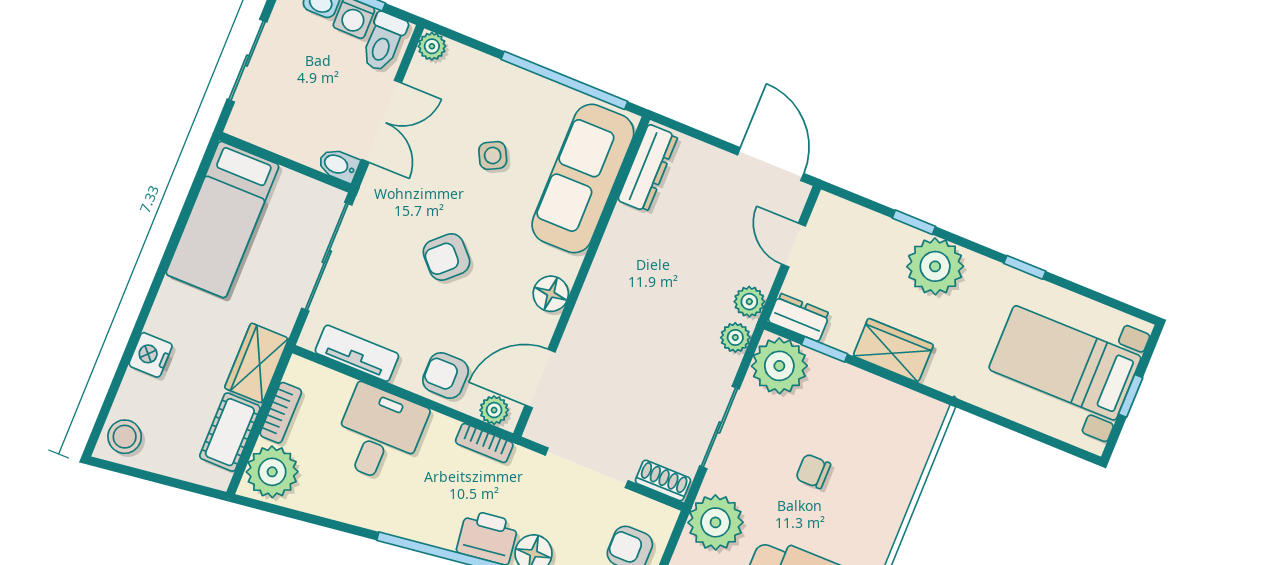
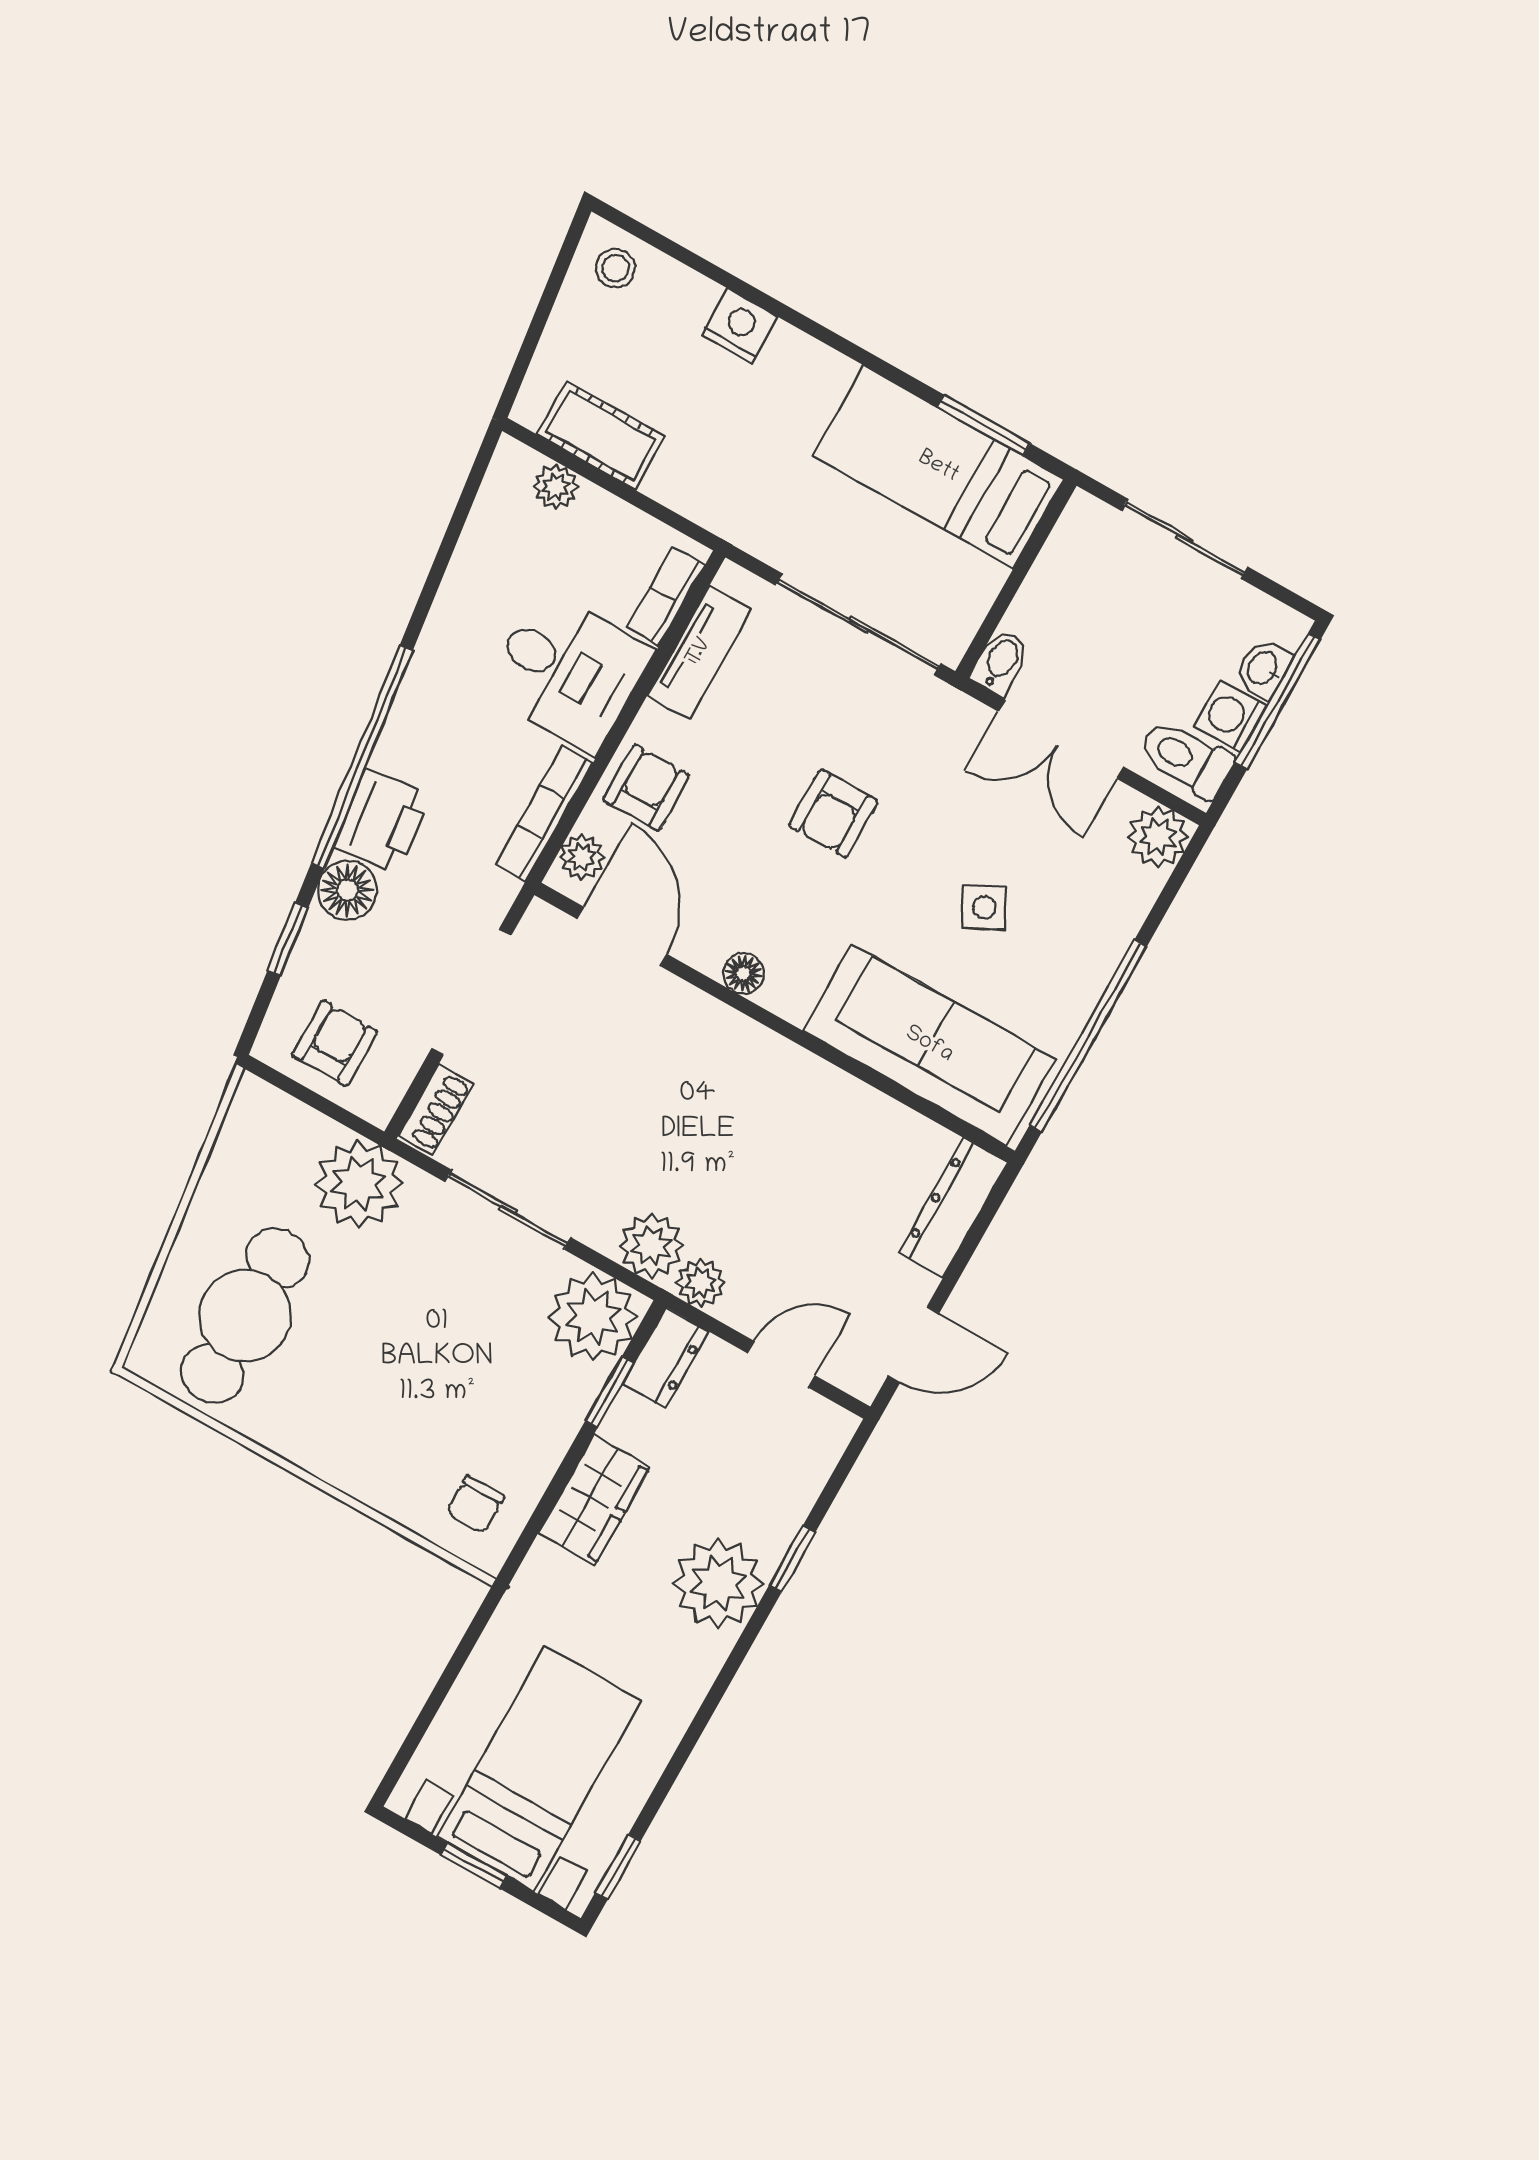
plant: (432, 46) -> (1158, 837), width x1.38, depth x1.38
door: (771, 164) -> (914, 1345), width x0.73
dresser: (648, 168) -> (953, 1208), moved, turned 90
window: (193, 195) -> (984, 425), added
armchair: (446, 257) -> (833, 813), turned -137
window: (1025, 267) -> (618, 1867), moved
floor lamp: (551, 294) -> (743, 974), width x0.73, depth x0.73
plant: (735, 337) -> (651, 1246), width x1.38, depth x1.38
wardrobe: (257, 363) -> (704, 492), removed
bookcase: (281, 413) -> (666, 596), moved, turned 90
stool: (125, 437) -> (616, 268), width x0.73, depth x0.73
bookcase: (484, 443) -> (544, 813), width x1.56
chair: (813, 471) -> (475, 1505), moved, turned 180
plant: (272, 472) -> (556, 487), width x0.53, depth x0.53

